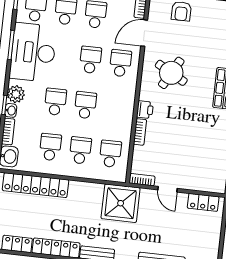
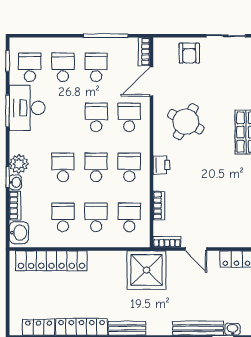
desk: (33, 52) -> (27, 108), width x0.73, depth x0.77
school desk: (115, 108) -> (129, 167), added
bookcase: (140, 132) -> (159, 206), moved

